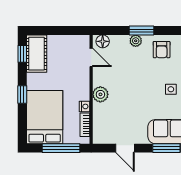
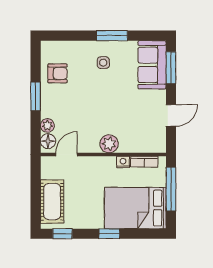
plant: (136, 41) -> (47, 125), moved
cot: (37, 54) -> (52, 202), moved, turned 90

